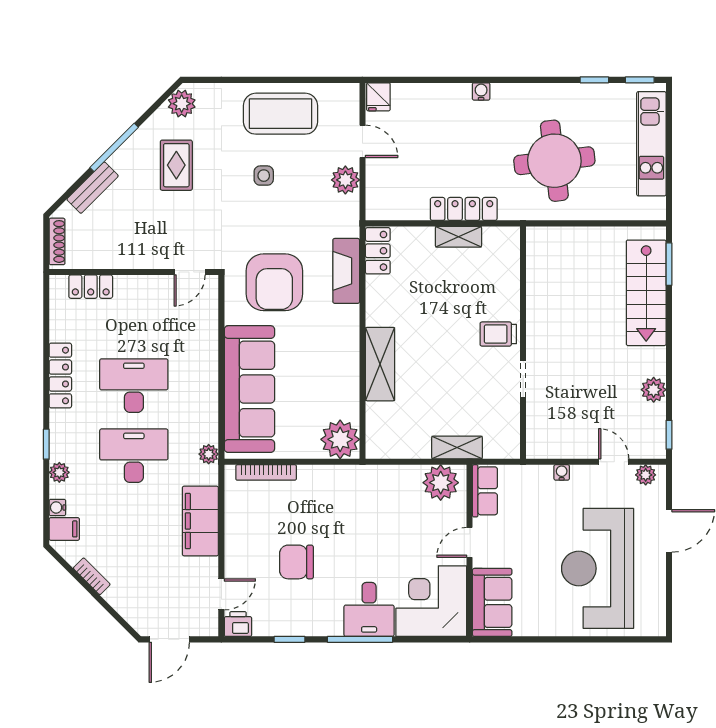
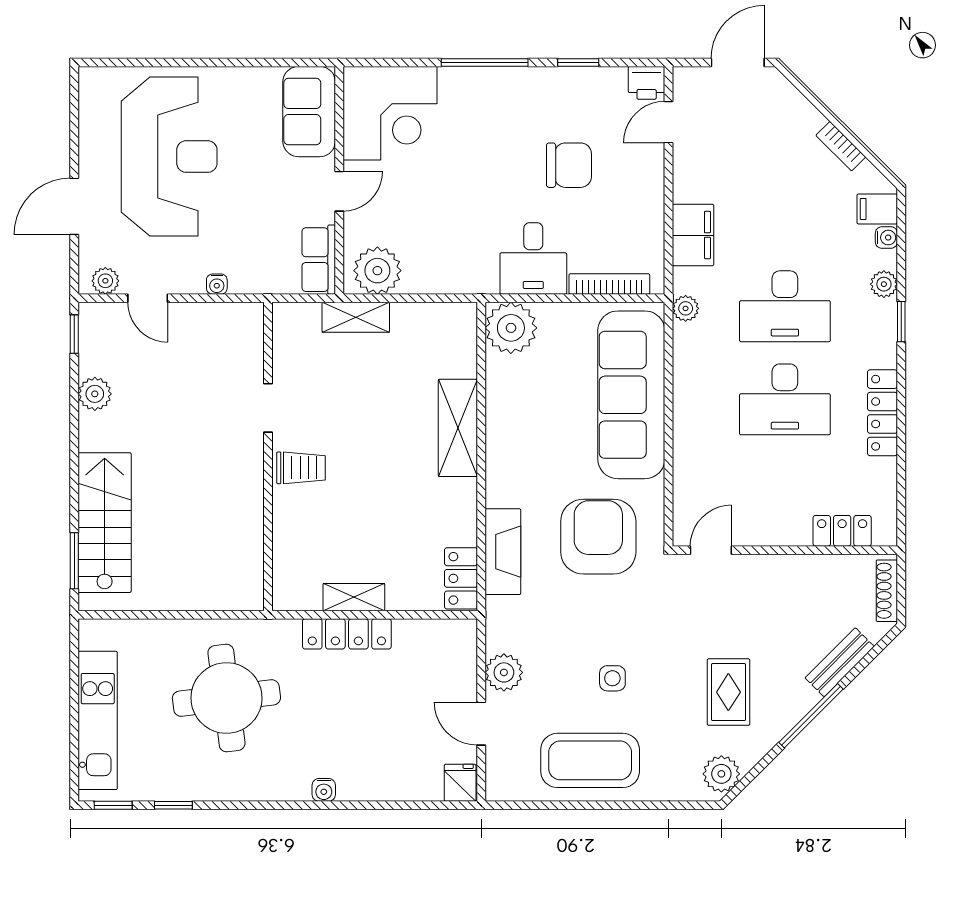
filing cabinet: (200, 521) -> (693, 235), width x0.67, depth x0.86
desk: (369, 609) -> (533, 258), moved, turned 180

